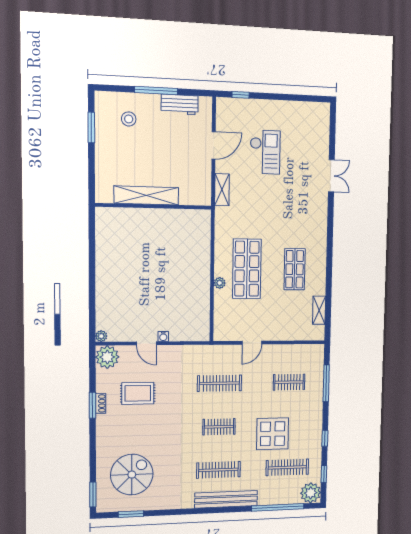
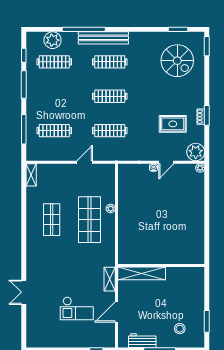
checkout: (265, 152) -> (77, 308), turned -90
shelving: (146, 195) -> (142, 273), moved
shelving: (319, 310) -> (31, 175), moved
door: (146, 343) -> (166, 162), swing flipped
clothes rail: (289, 382) -> (54, 131), width x1.36
clothes rail: (219, 427) -> (110, 96), width x1.36
display table: (273, 434) -> (67, 90), removed
window: (325, 438) -> (24, 85), width x2.17
spiral stairs: (132, 475) -> (177, 61), turned -90
plant: (311, 493) -> (53, 40), moved
window: (278, 507) -> (84, 29), moved

